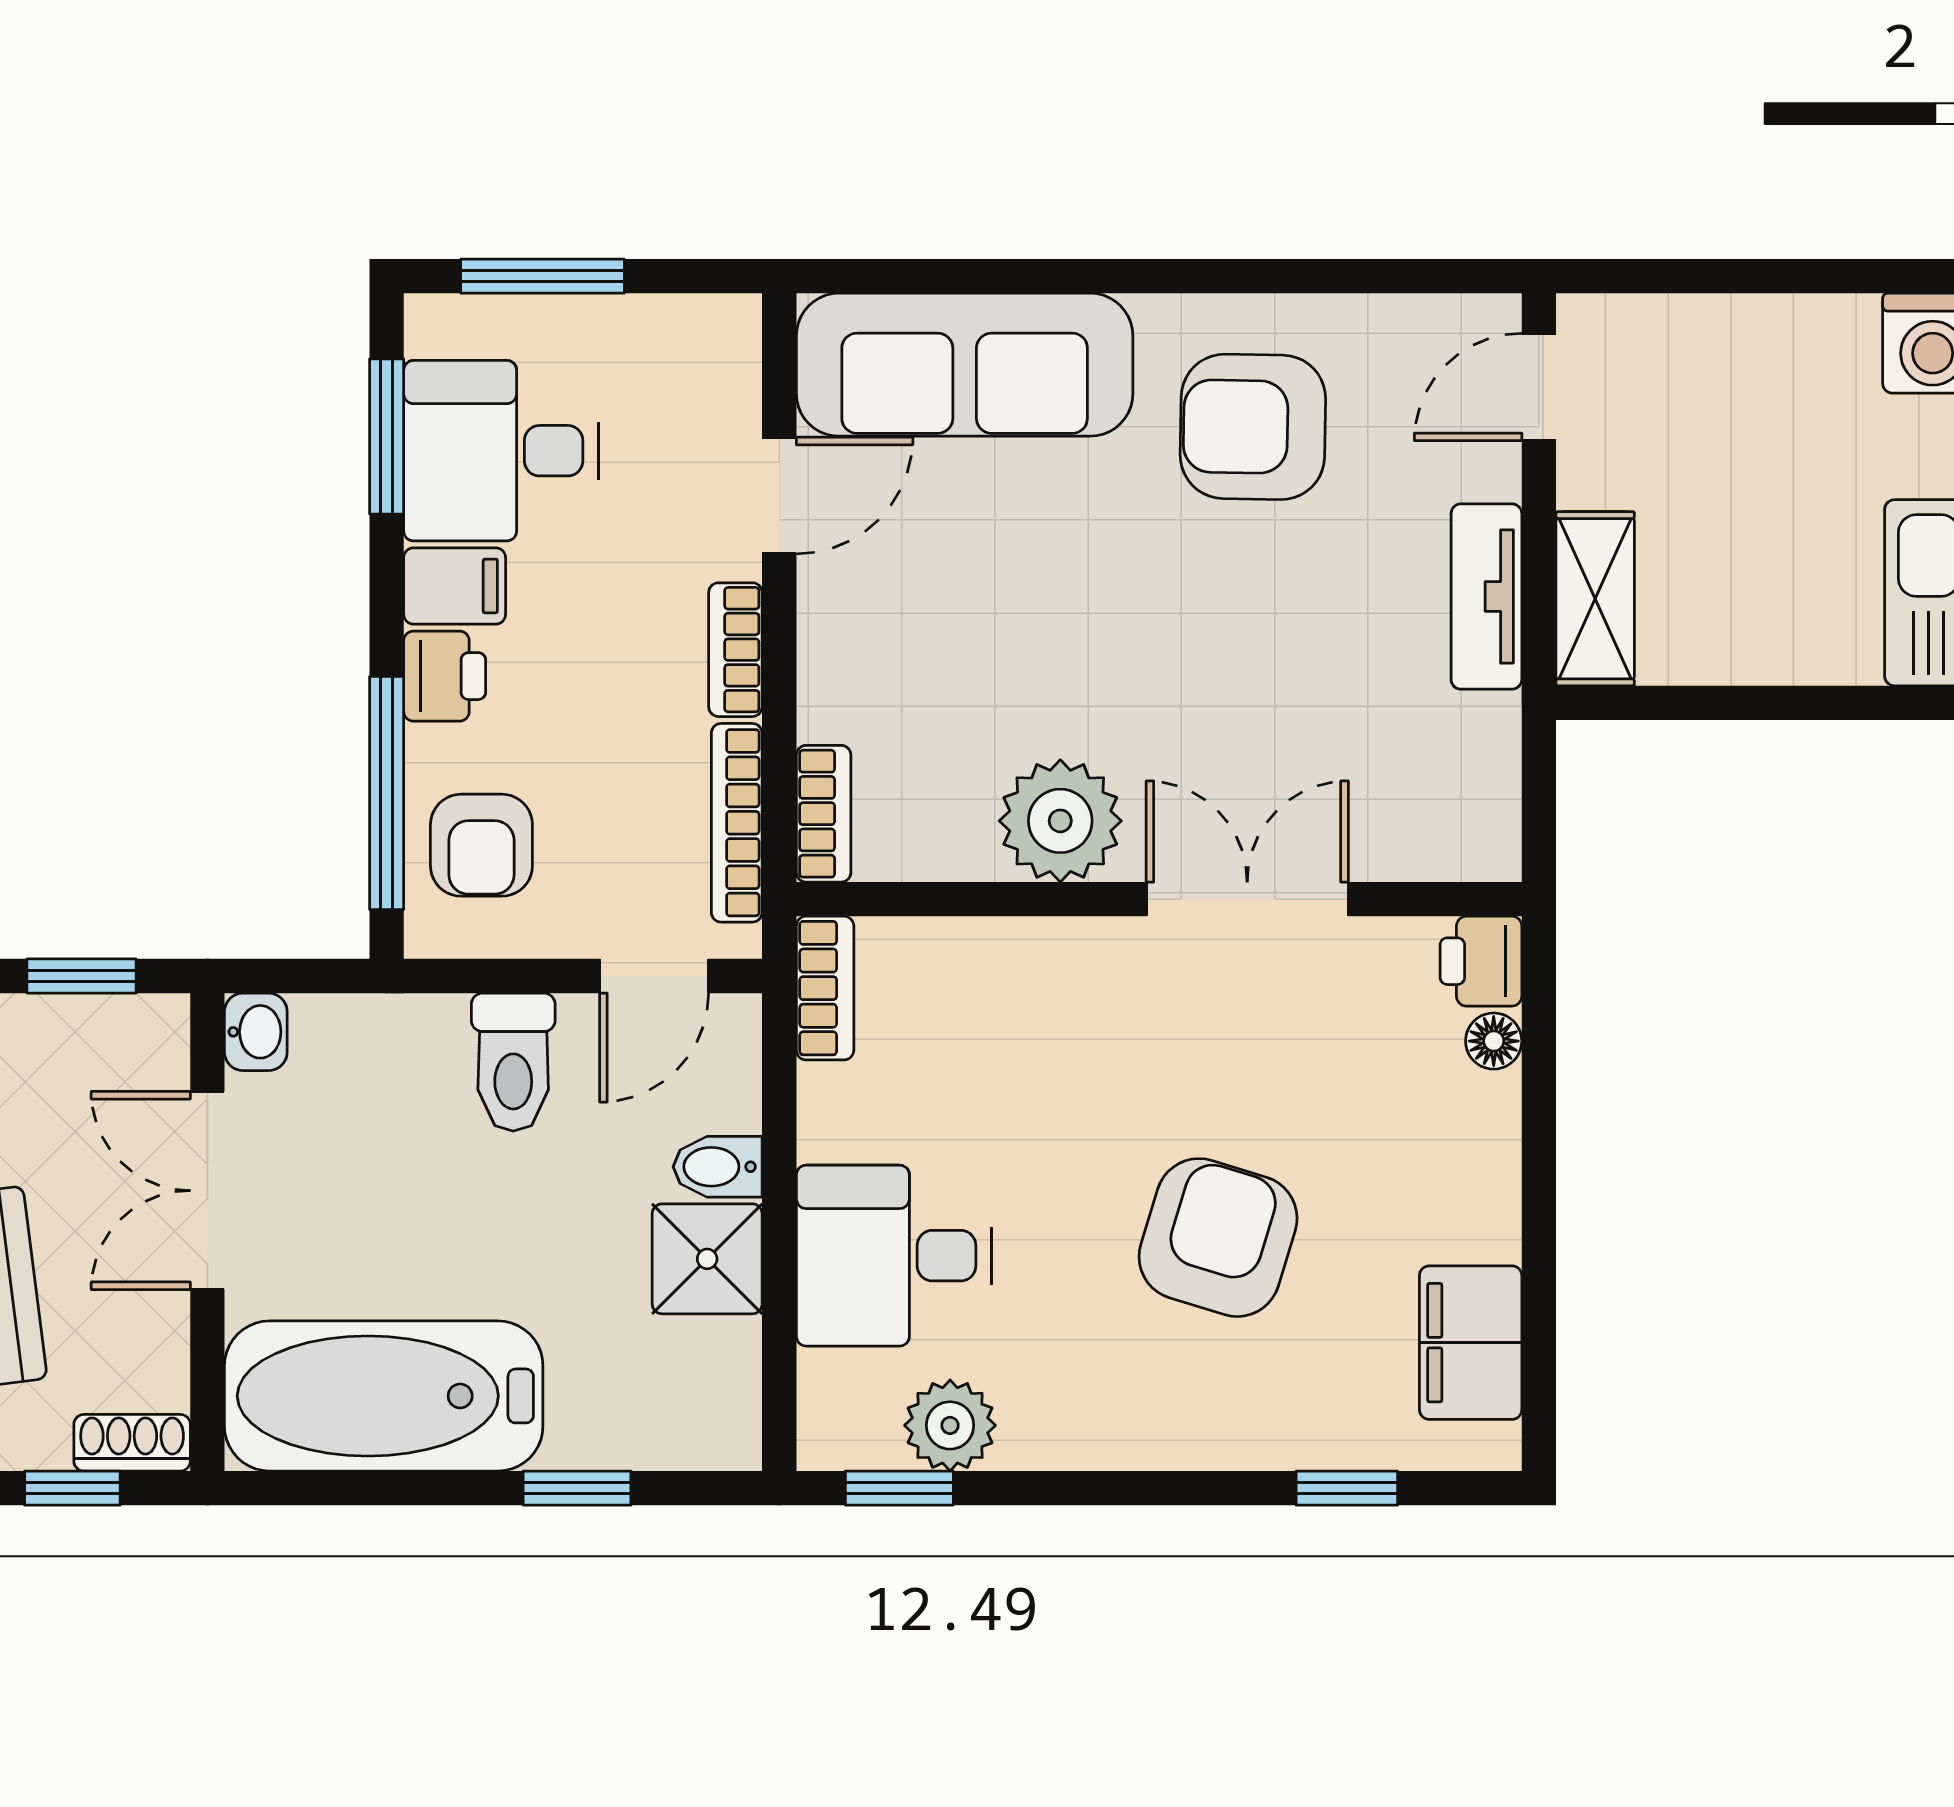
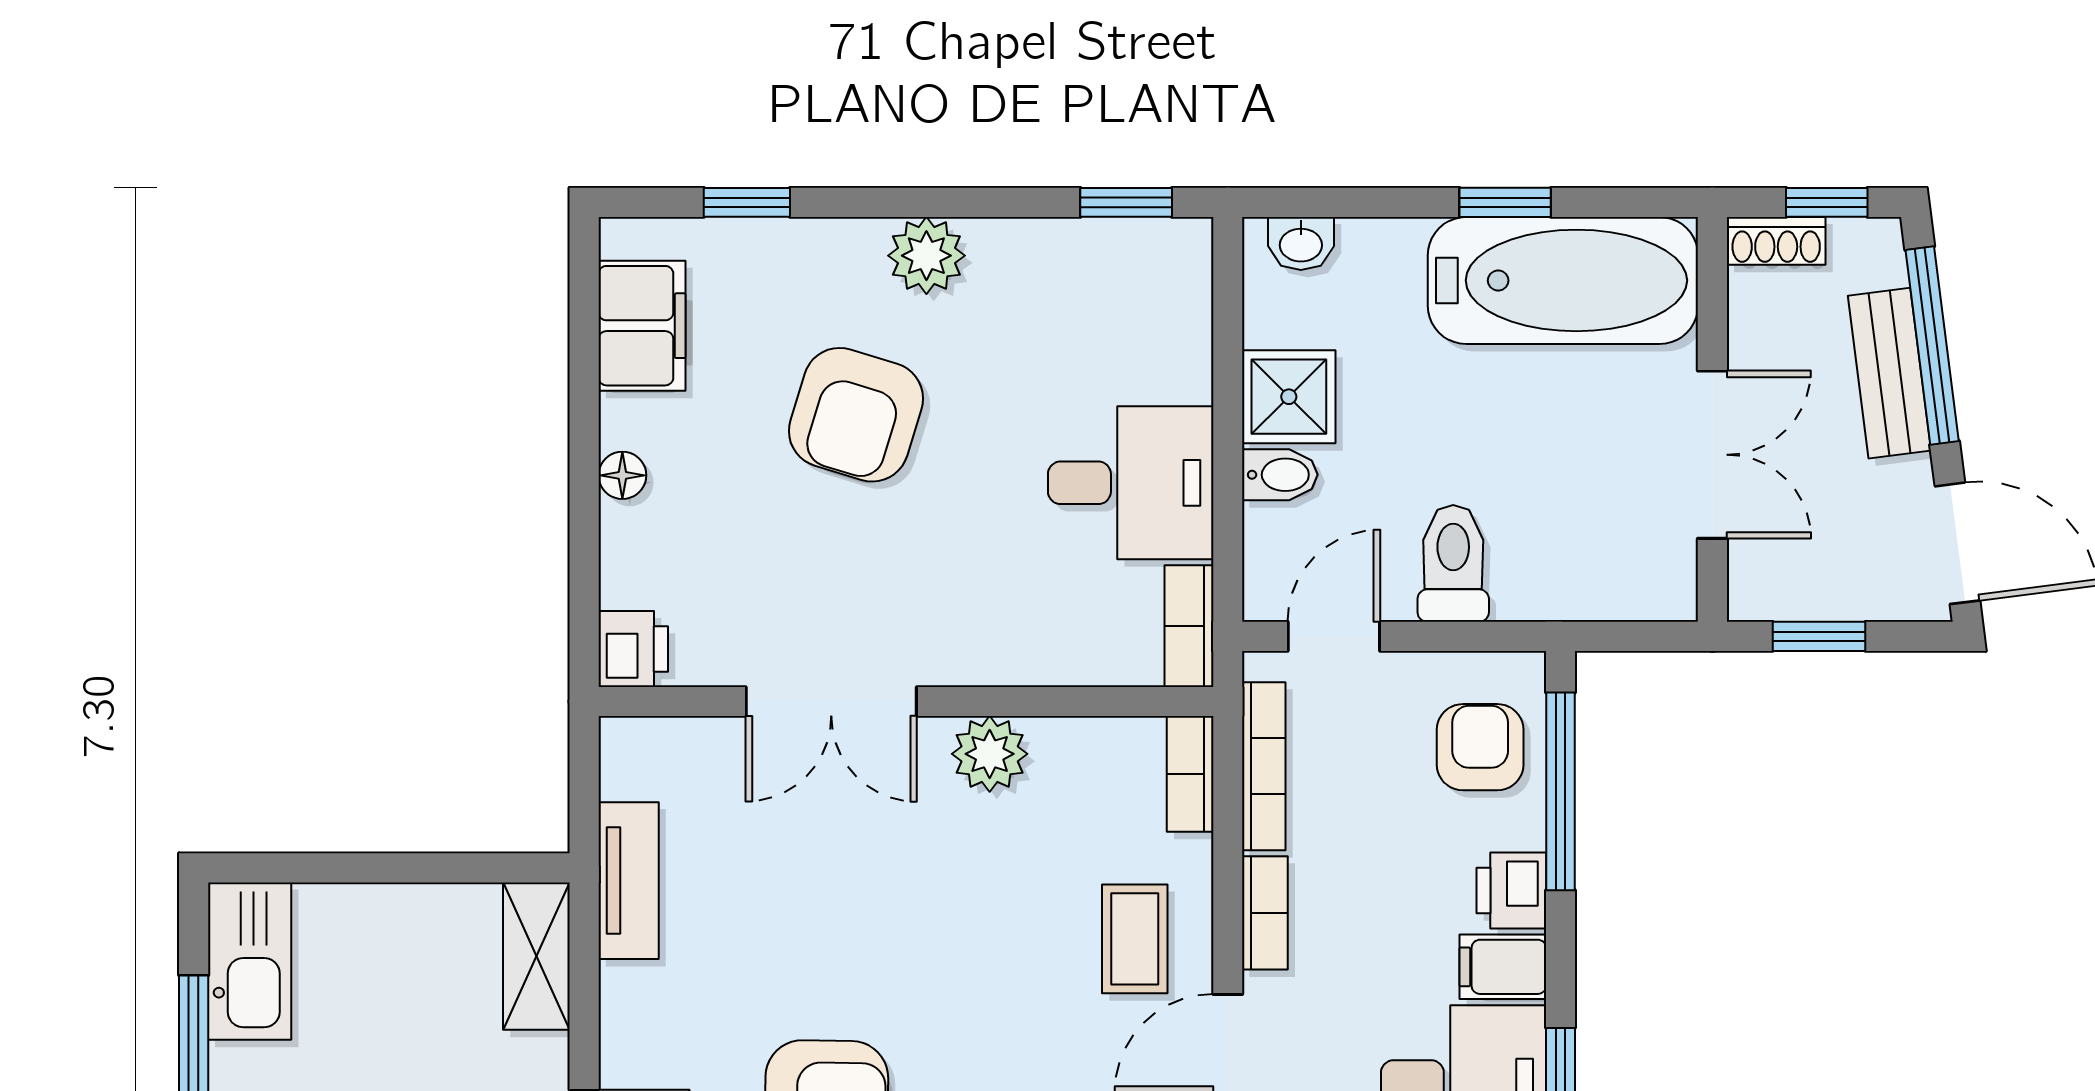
tv unit: (1486, 597) -> (629, 881), moved
coffee table: (889, 619) -> (1135, 939), added
plant: (1060, 821) -> (990, 754), width x0.73, depth x0.73
washbasin: (256, 1032) -> (1301, 243), moved, turned -90
floor lamp: (1494, 1041) -> (622, 475), moved
desk: (894, 1256) -> (1131, 483), moved
plant: (950, 1425) -> (926, 256), moved
window: (577, 1488) -> (1505, 202), moved

